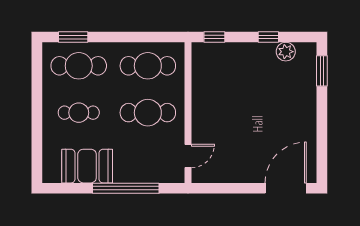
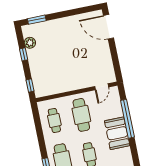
cafe table: (148, 66) -> (54, 120), width x0.73, depth x0.74
door: (188, 156) -> (102, 87), swing flipped
booth: (87, 166) -> (117, 133), moved

